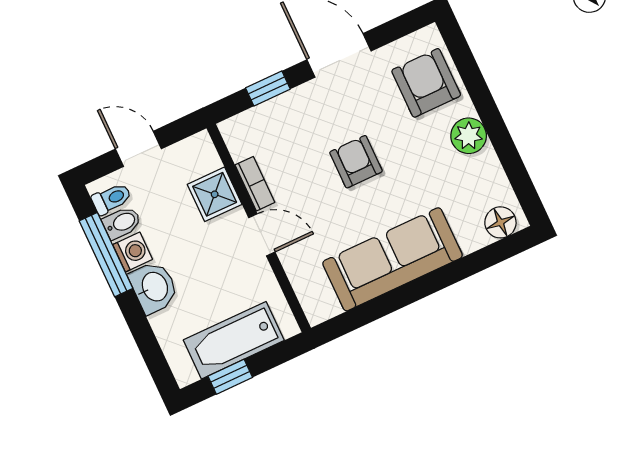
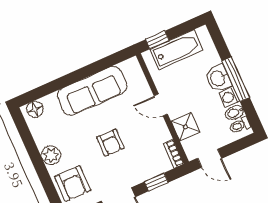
door: (138, 149) -> (210, 158), moved
bookcase: (255, 184) -> (174, 154), moved
window: (106, 255) -> (236, 79), moved
window: (230, 377) -> (157, 40), moved

